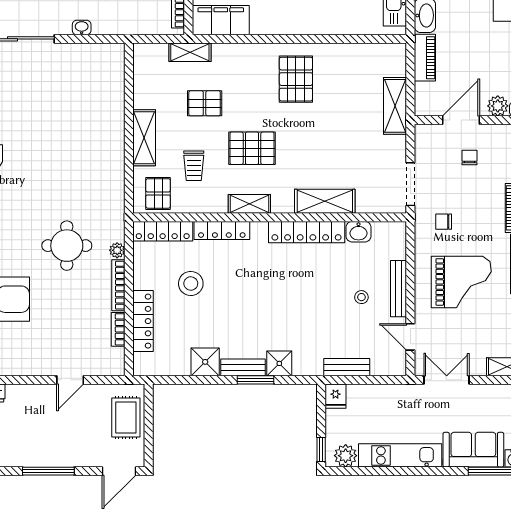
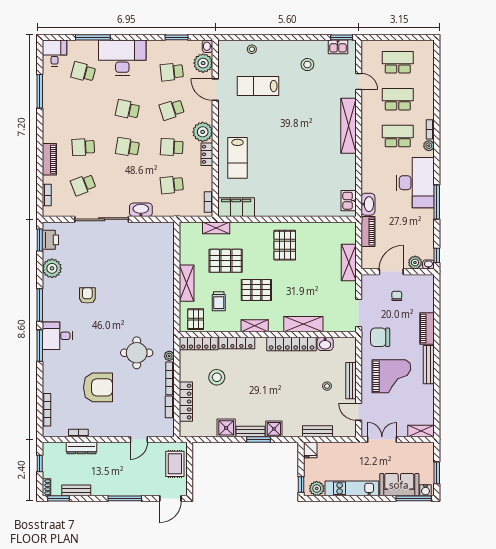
washbasin: (82, 27) -> (141, 210), width x1.91, depth x1.45
pallet: (205, 103) -> (226, 261), width x1.50, depth x1.42
chair: (444, 222) -> (380, 337), width x1.87, depth x1.87

